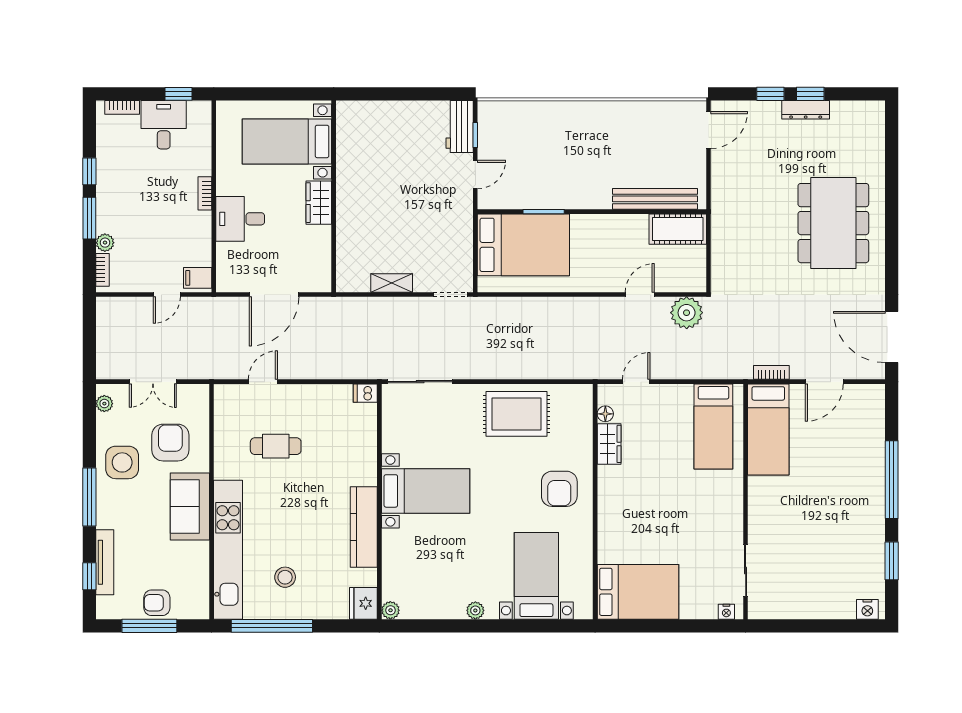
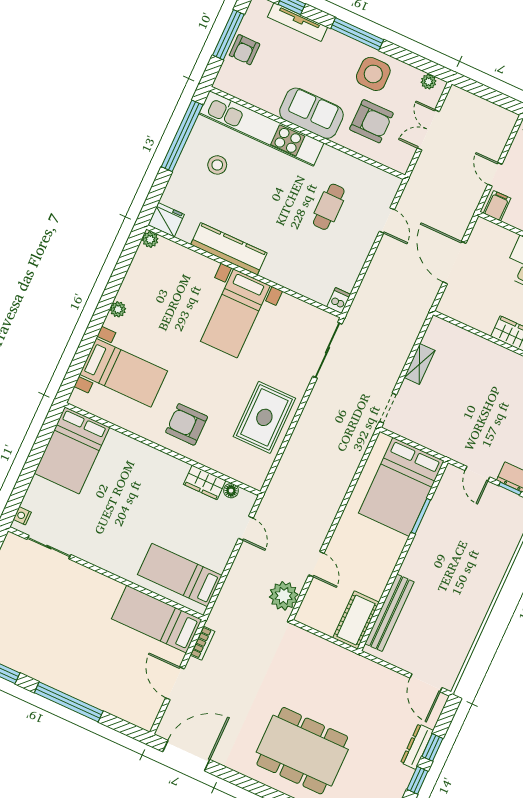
dresser: (806, 110) -> (417, 747), moved
armchair: (157, 603) -> (245, 50), turned 180

